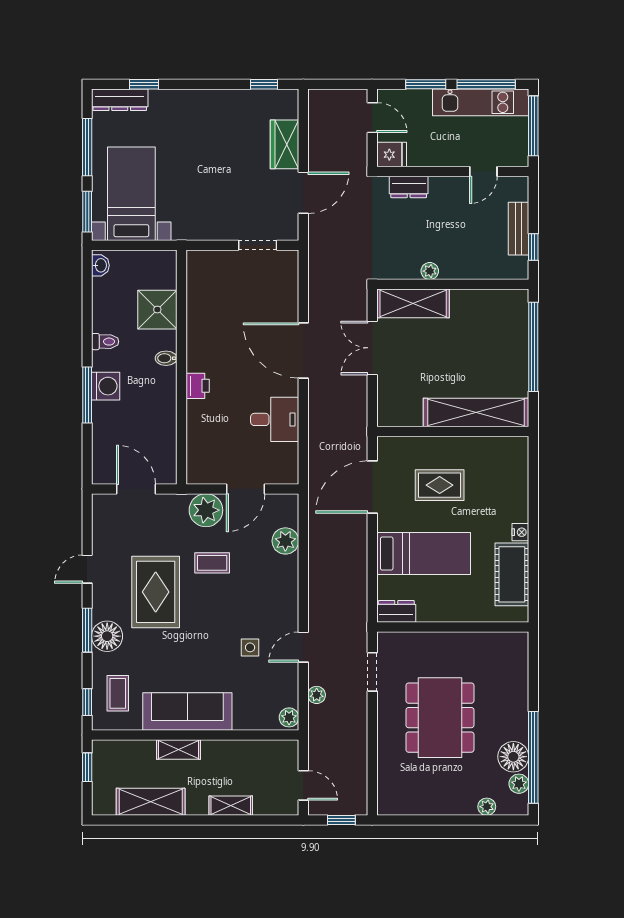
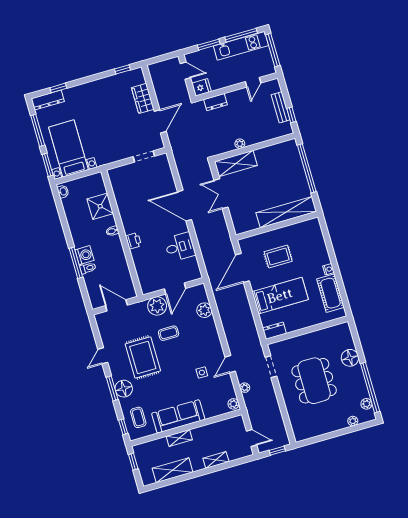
toilet: (105, 342) -> (88, 268), moved
floor lamp: (513, 757) -> (350, 358), moved

